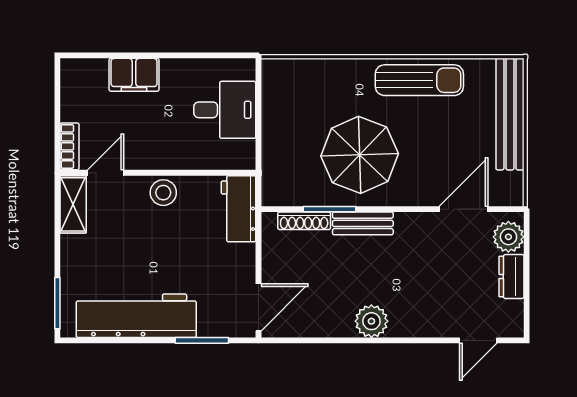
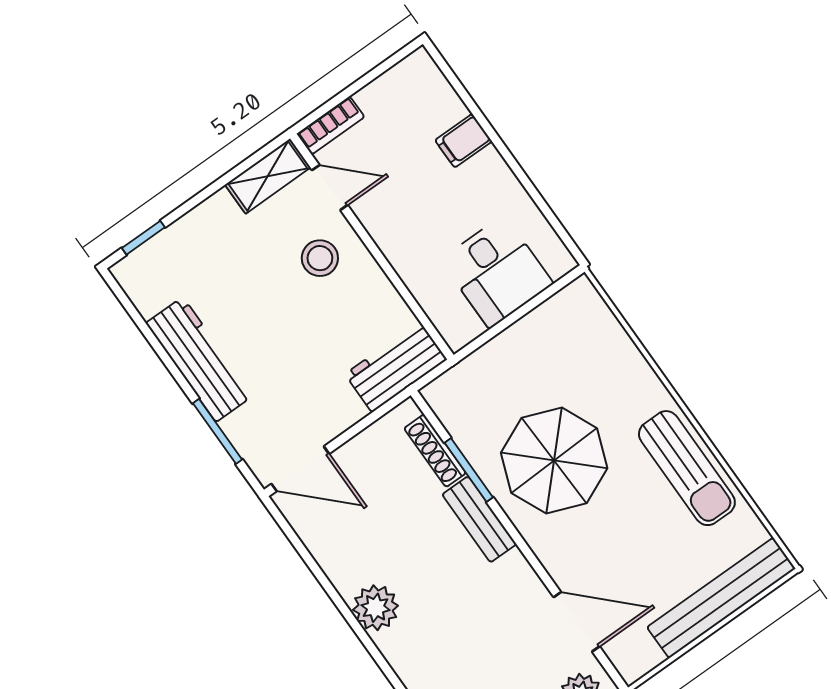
filing cabinet: (134, 75) -> (463, 141), width x0.50
stool: (163, 193) -> (320, 258), moved
window: (57, 303) -> (143, 238), width x0.67
workbench: (136, 316) -> (199, 359), width x0.73, depth x0.76

